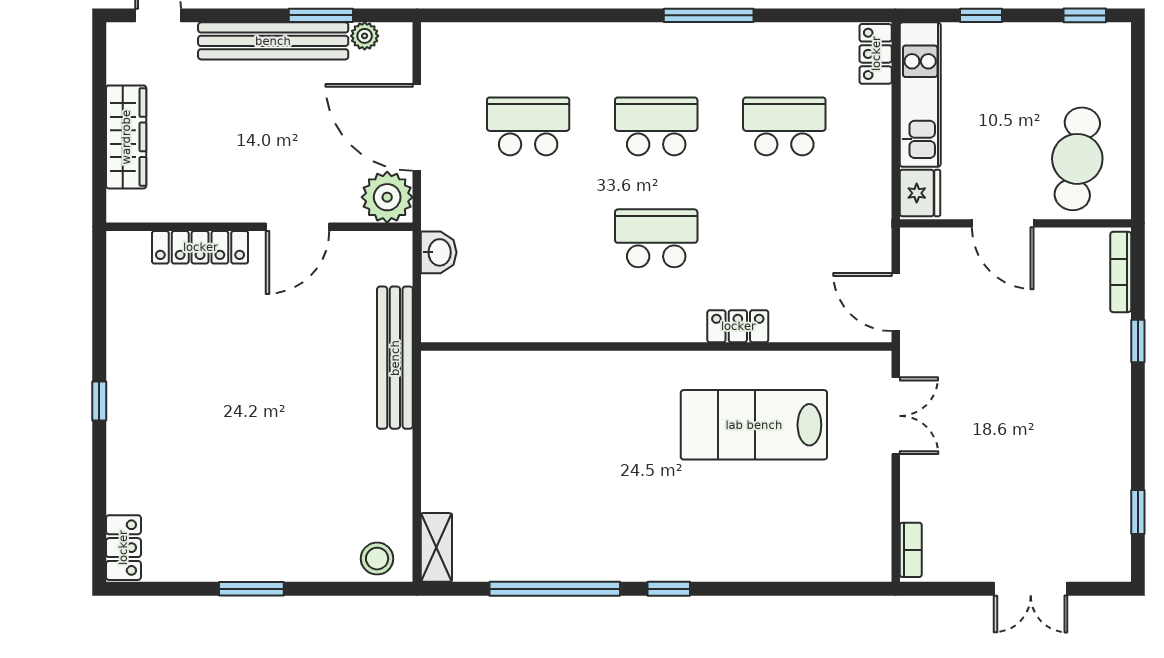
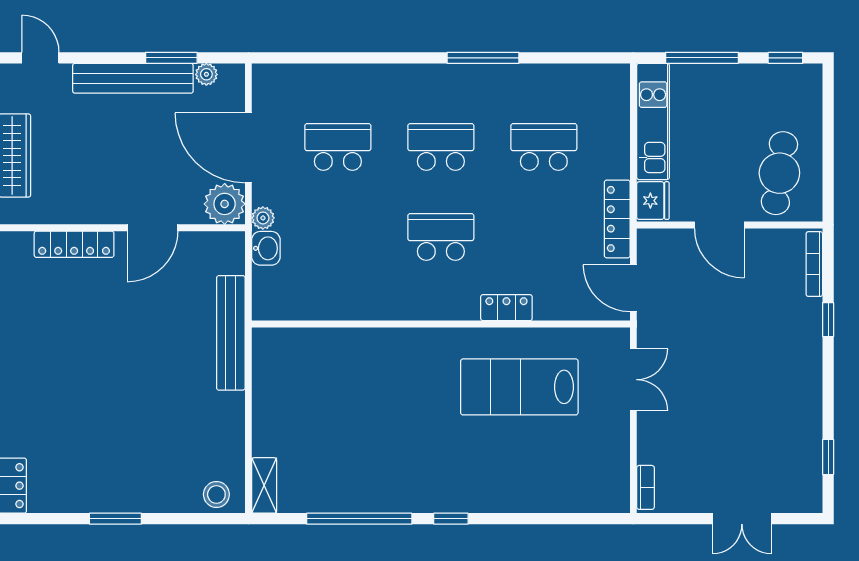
window: (981, 15) -> (702, 58), width x2.17
locker: (876, 54) -> (617, 219), moved, width x1.53
plant: (435, 215) -> (263, 218), added

